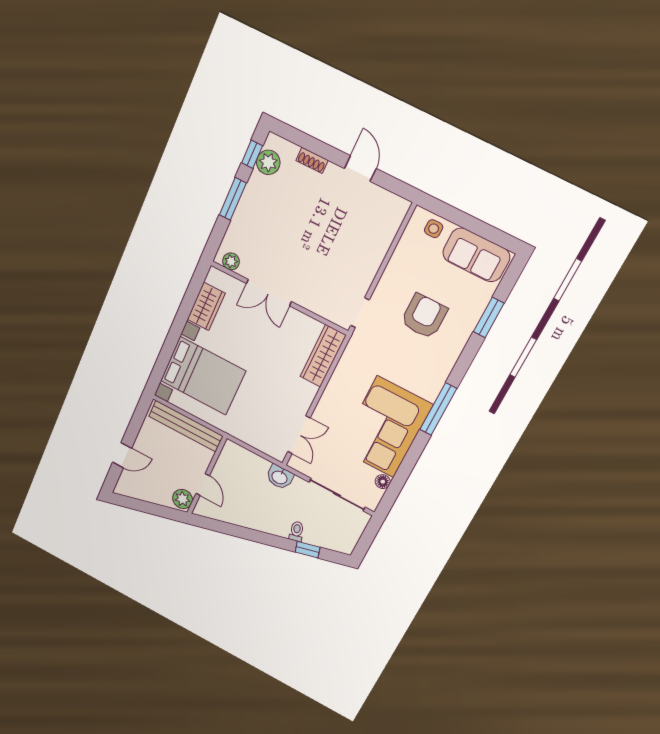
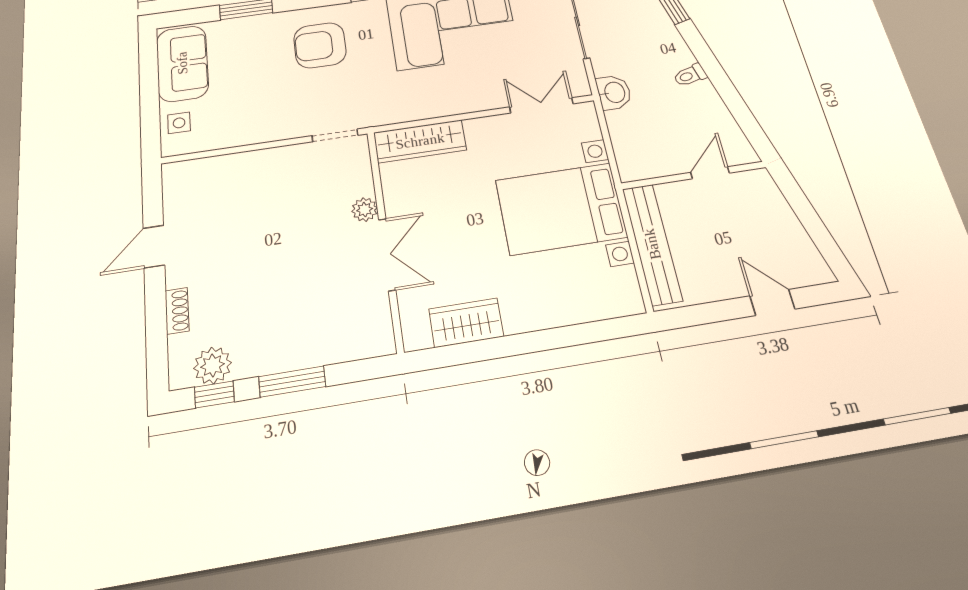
plant: (231, 261) -> (365, 210), moved
armchair: (424, 316) -> (320, 45), moved
bed with nightstands: (203, 376) -> (561, 208), moved, turned -90
plant: (183, 499) -> (754, 185), removed
toilet: (296, 531) -> (690, 75), moved

